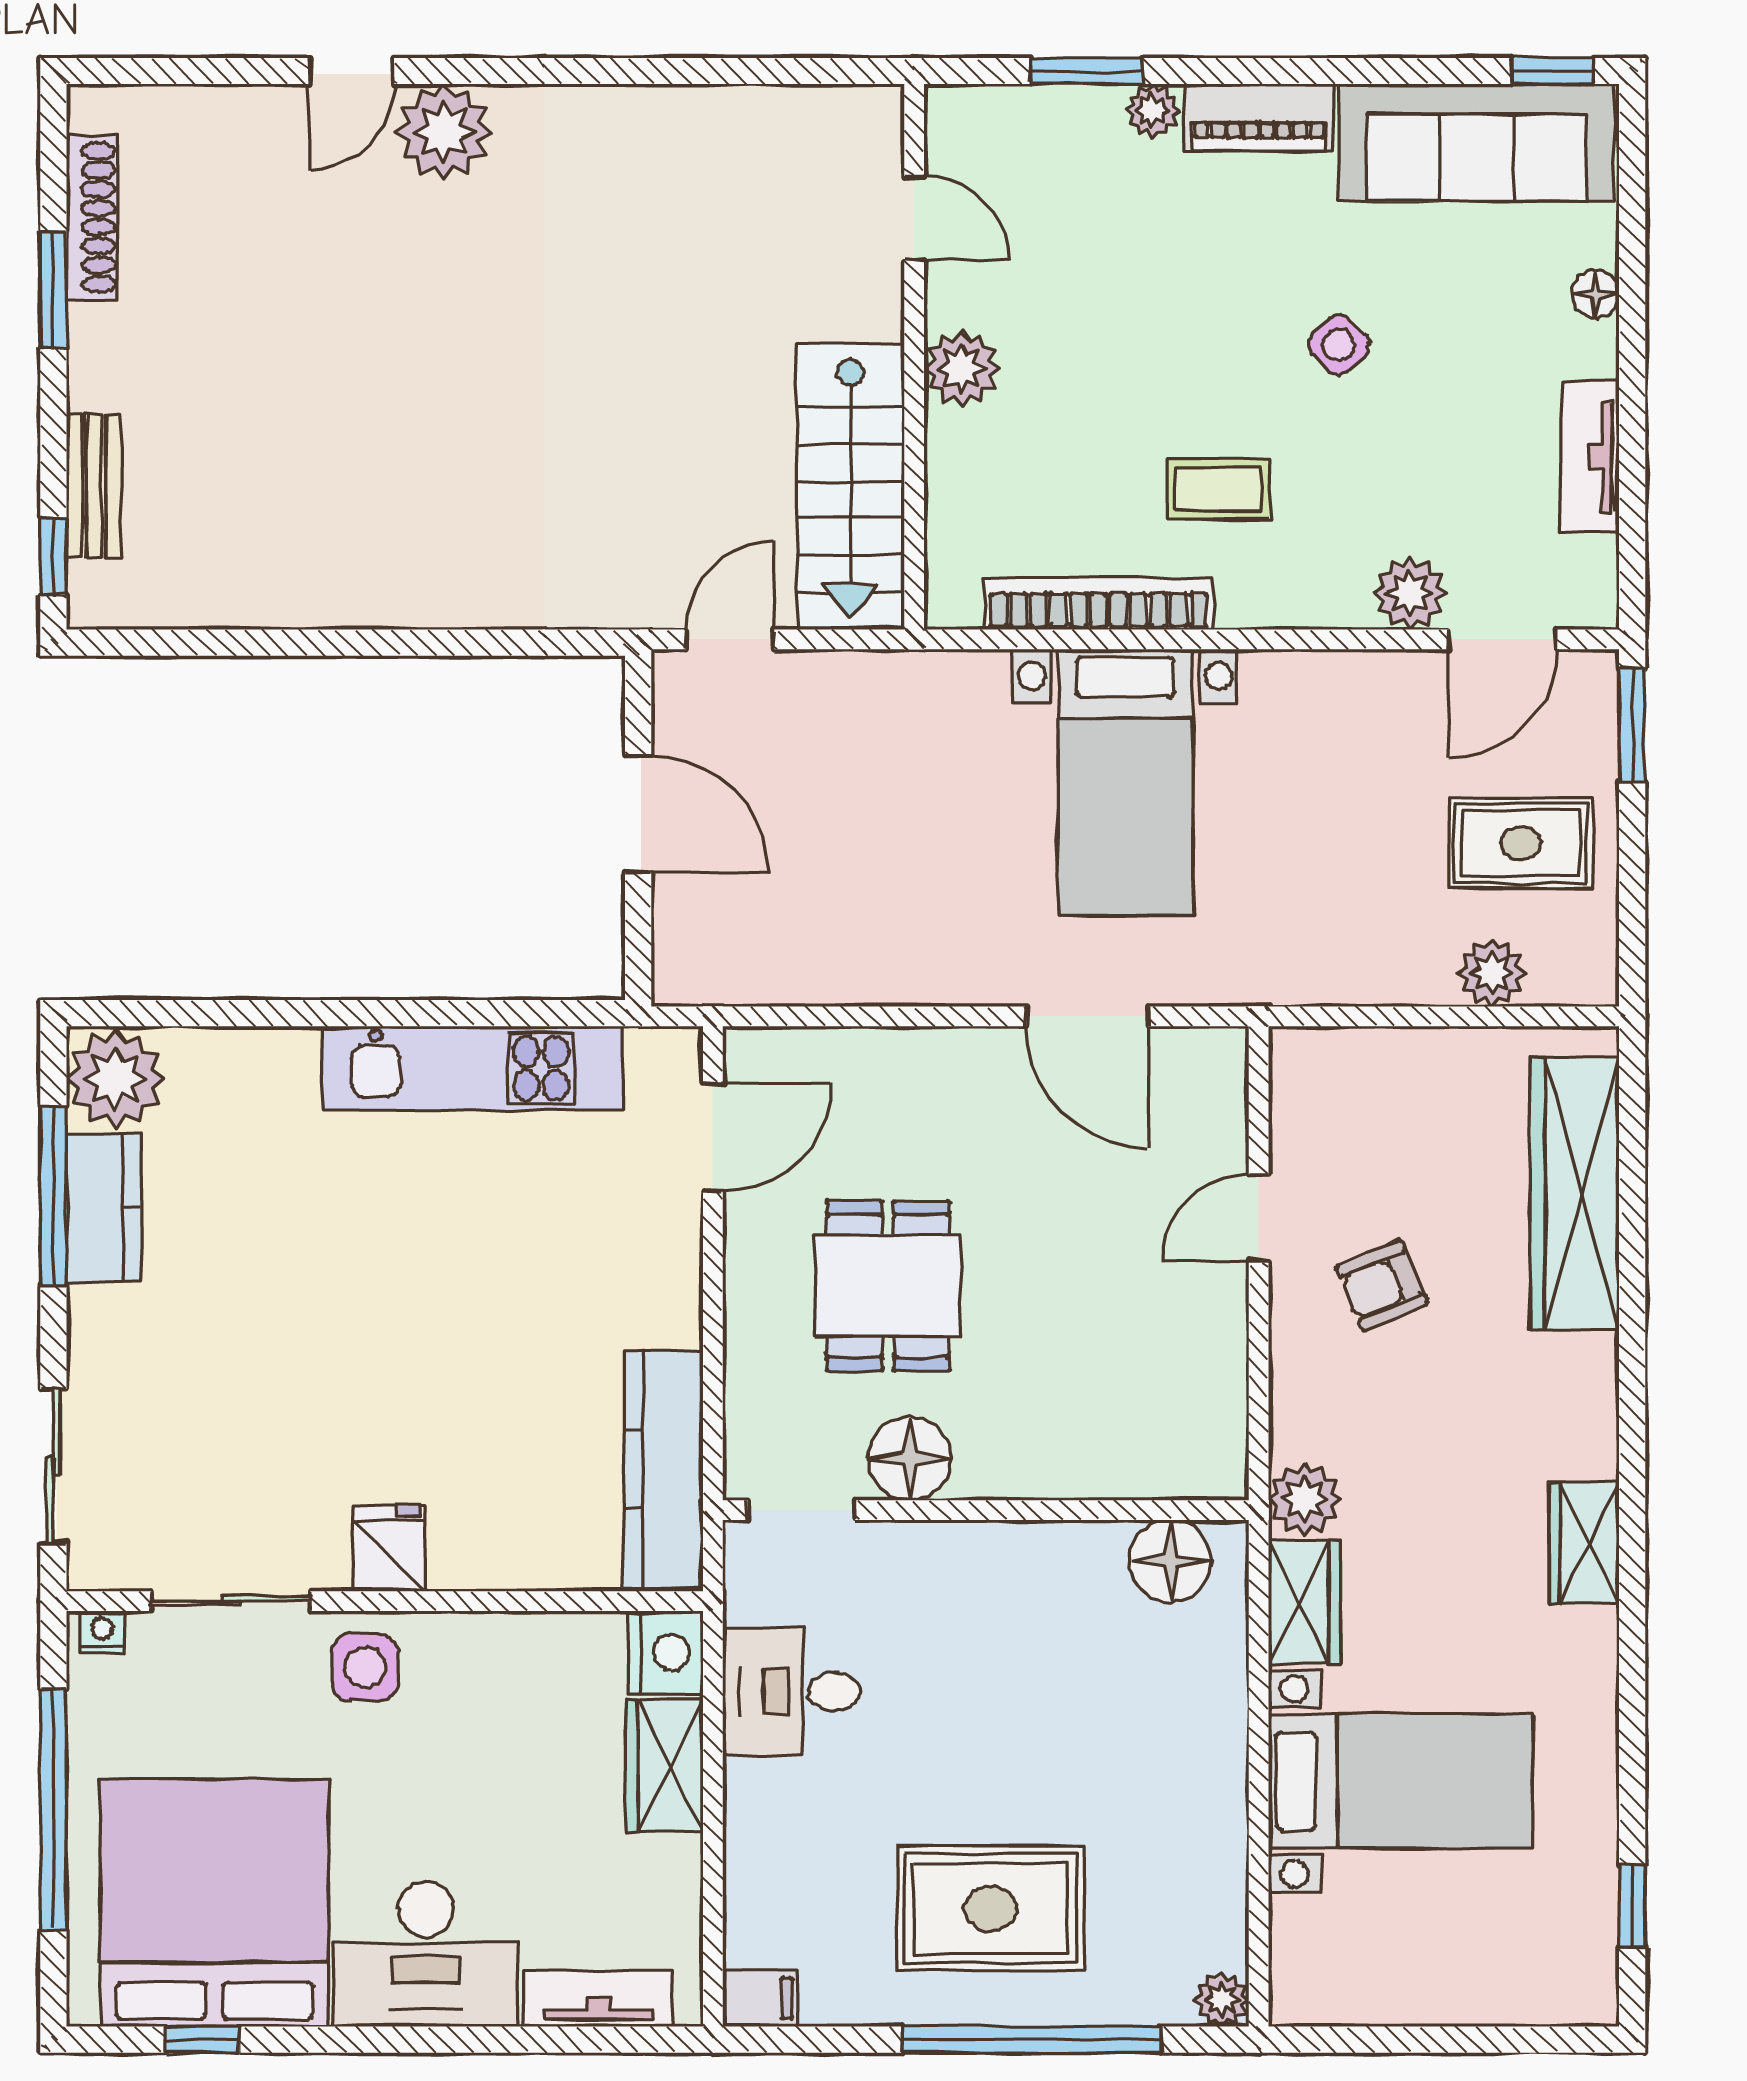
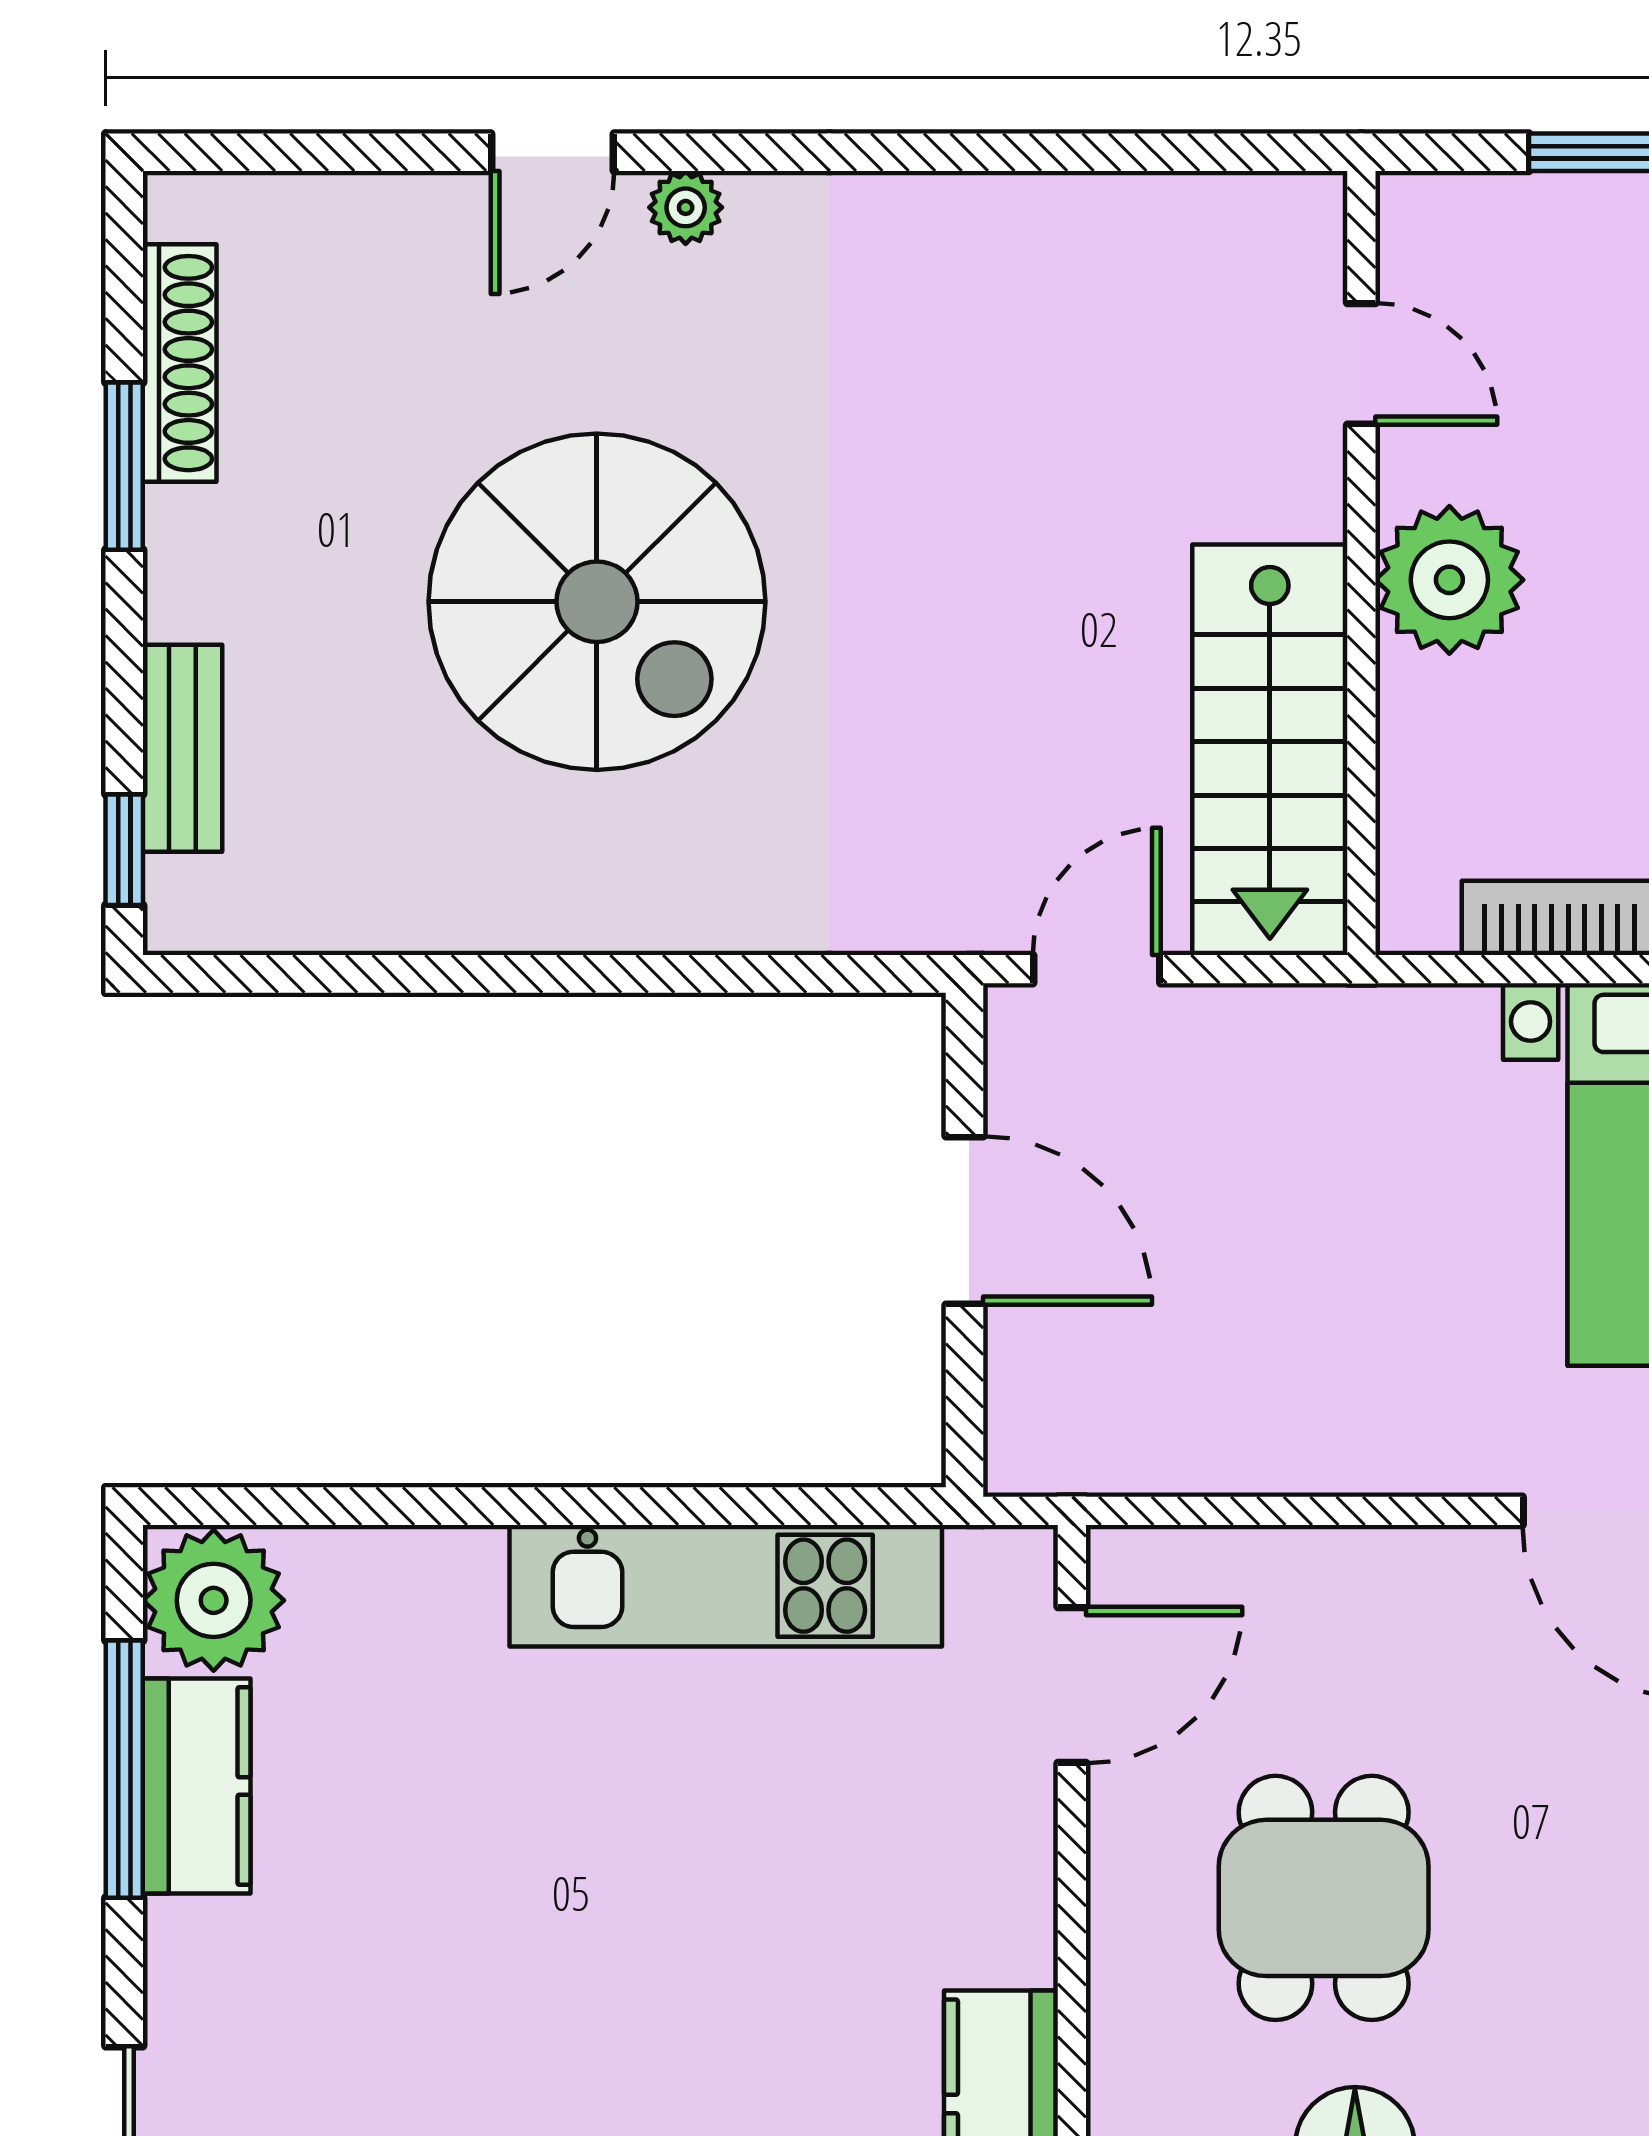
plant: (444, 132) -> (686, 207), width x0.53, depth x0.53
plant: (962, 369) -> (1449, 580), width x1.36, depth x1.36
spiral stairs: (382, 384) -> (597, 602), added

